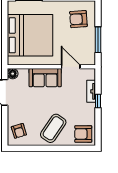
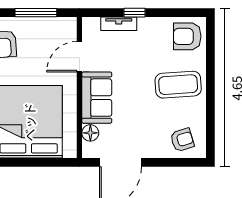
floor lamp: (13, 74) -> (90, 133), moved
coffee table: (53, 128) -> (178, 85), turned -38
armchair: (83, 134) -> (187, 36), turned 90

